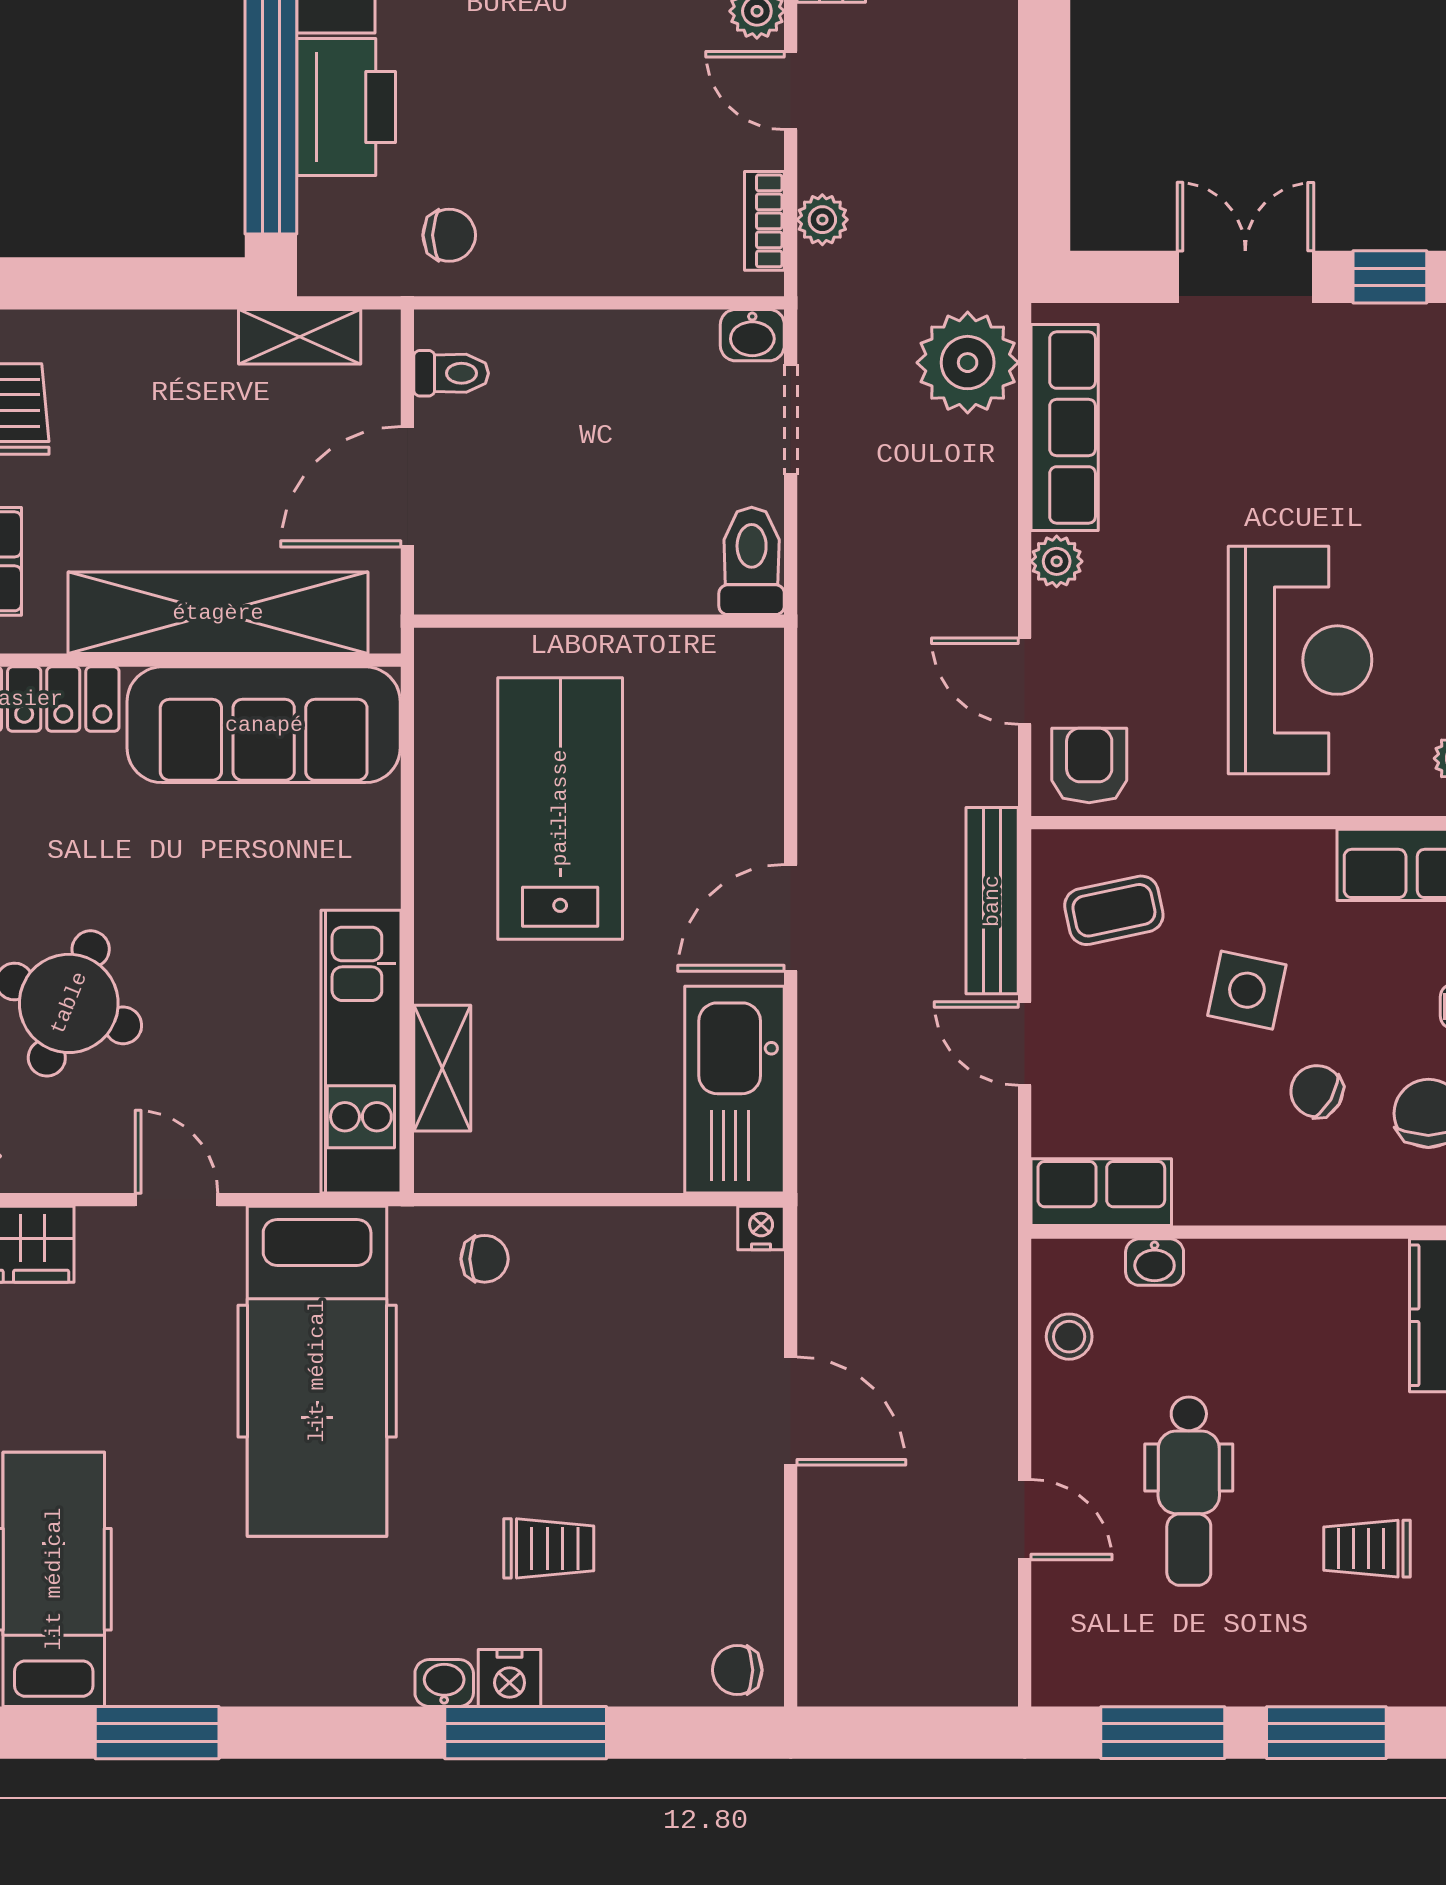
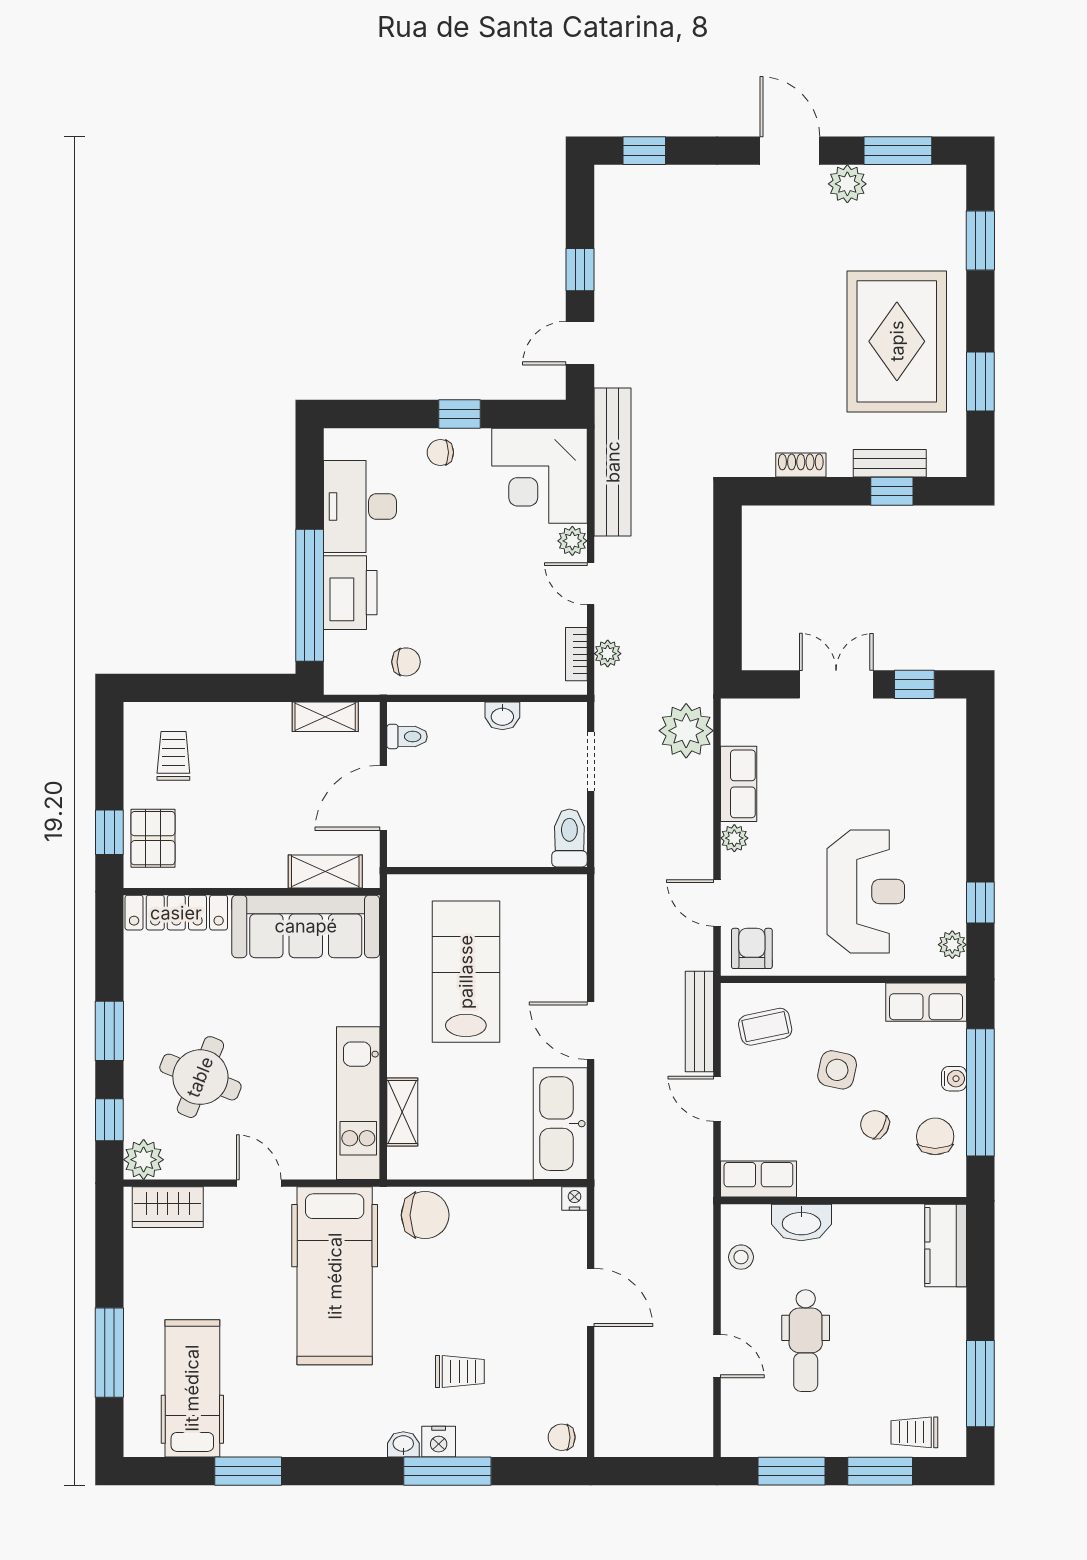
washbasin: (752, 335) -> (502, 716), moved
row of seats: (1065, 427) -> (739, 784), width x0.68
shelving: (218, 613) -> (325, 872), width x0.45, depth x0.75
door: (791, 918) -> (591, 1031), hinge flipped
chair: (485, 1259) -> (425, 1215), width x1.87, depth x1.87
washbasin: (1155, 1262) -> (801, 1222), width x1.91, depth x1.45
trolley: (1367, 1549) -> (914, 1432), moved

